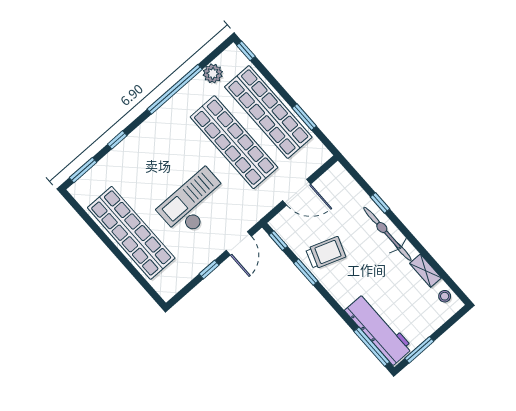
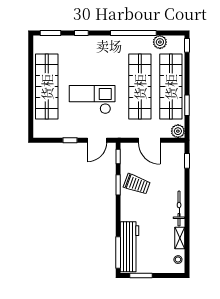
plant: (319, 154) -> (178, 131), added
window: (380, 203) -> (187, 161), moved
bicycle: (387, 234) -> (179, 209), width x0.73, depth x0.71

